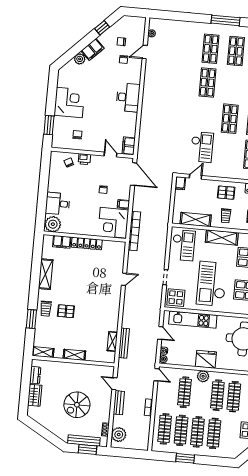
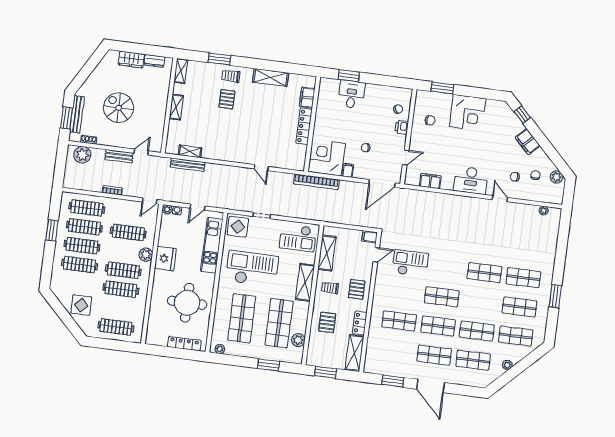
window: (225, 20) -> (555, 296), width x0.69
window: (102, 28) -> (522, 115), moved
door: (145, 52) -> (500, 199), moved
plant: (80, 59) -> (556, 177), moved
filing cabinet: (129, 146) -> (430, 181), moved
checkout: (202, 147) -> (410, 263), turned 180
door: (196, 177) -> (376, 255), hinge flipped
window: (42, 207) -> (349, 76), added
plant: (53, 224) -> (328, 88), removed

